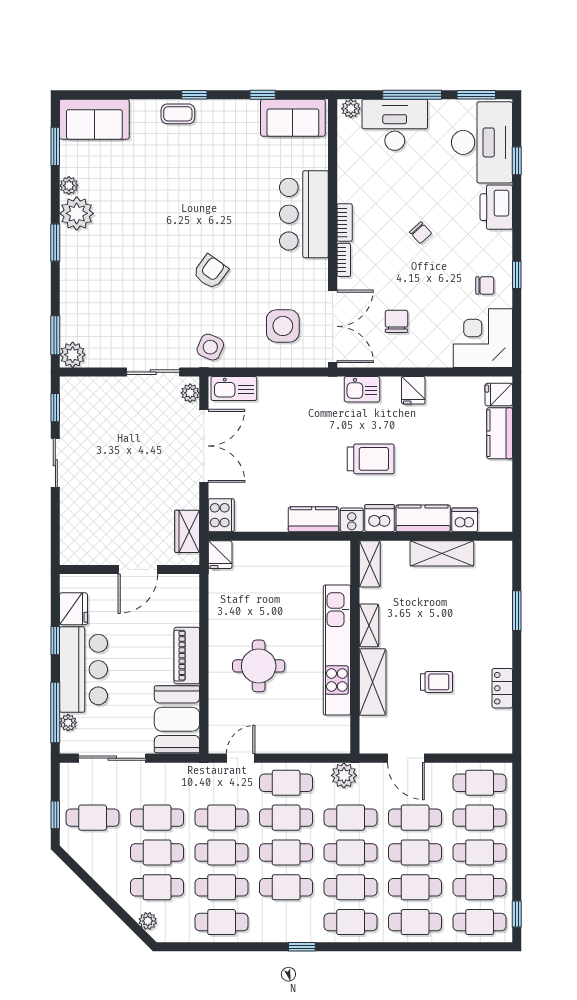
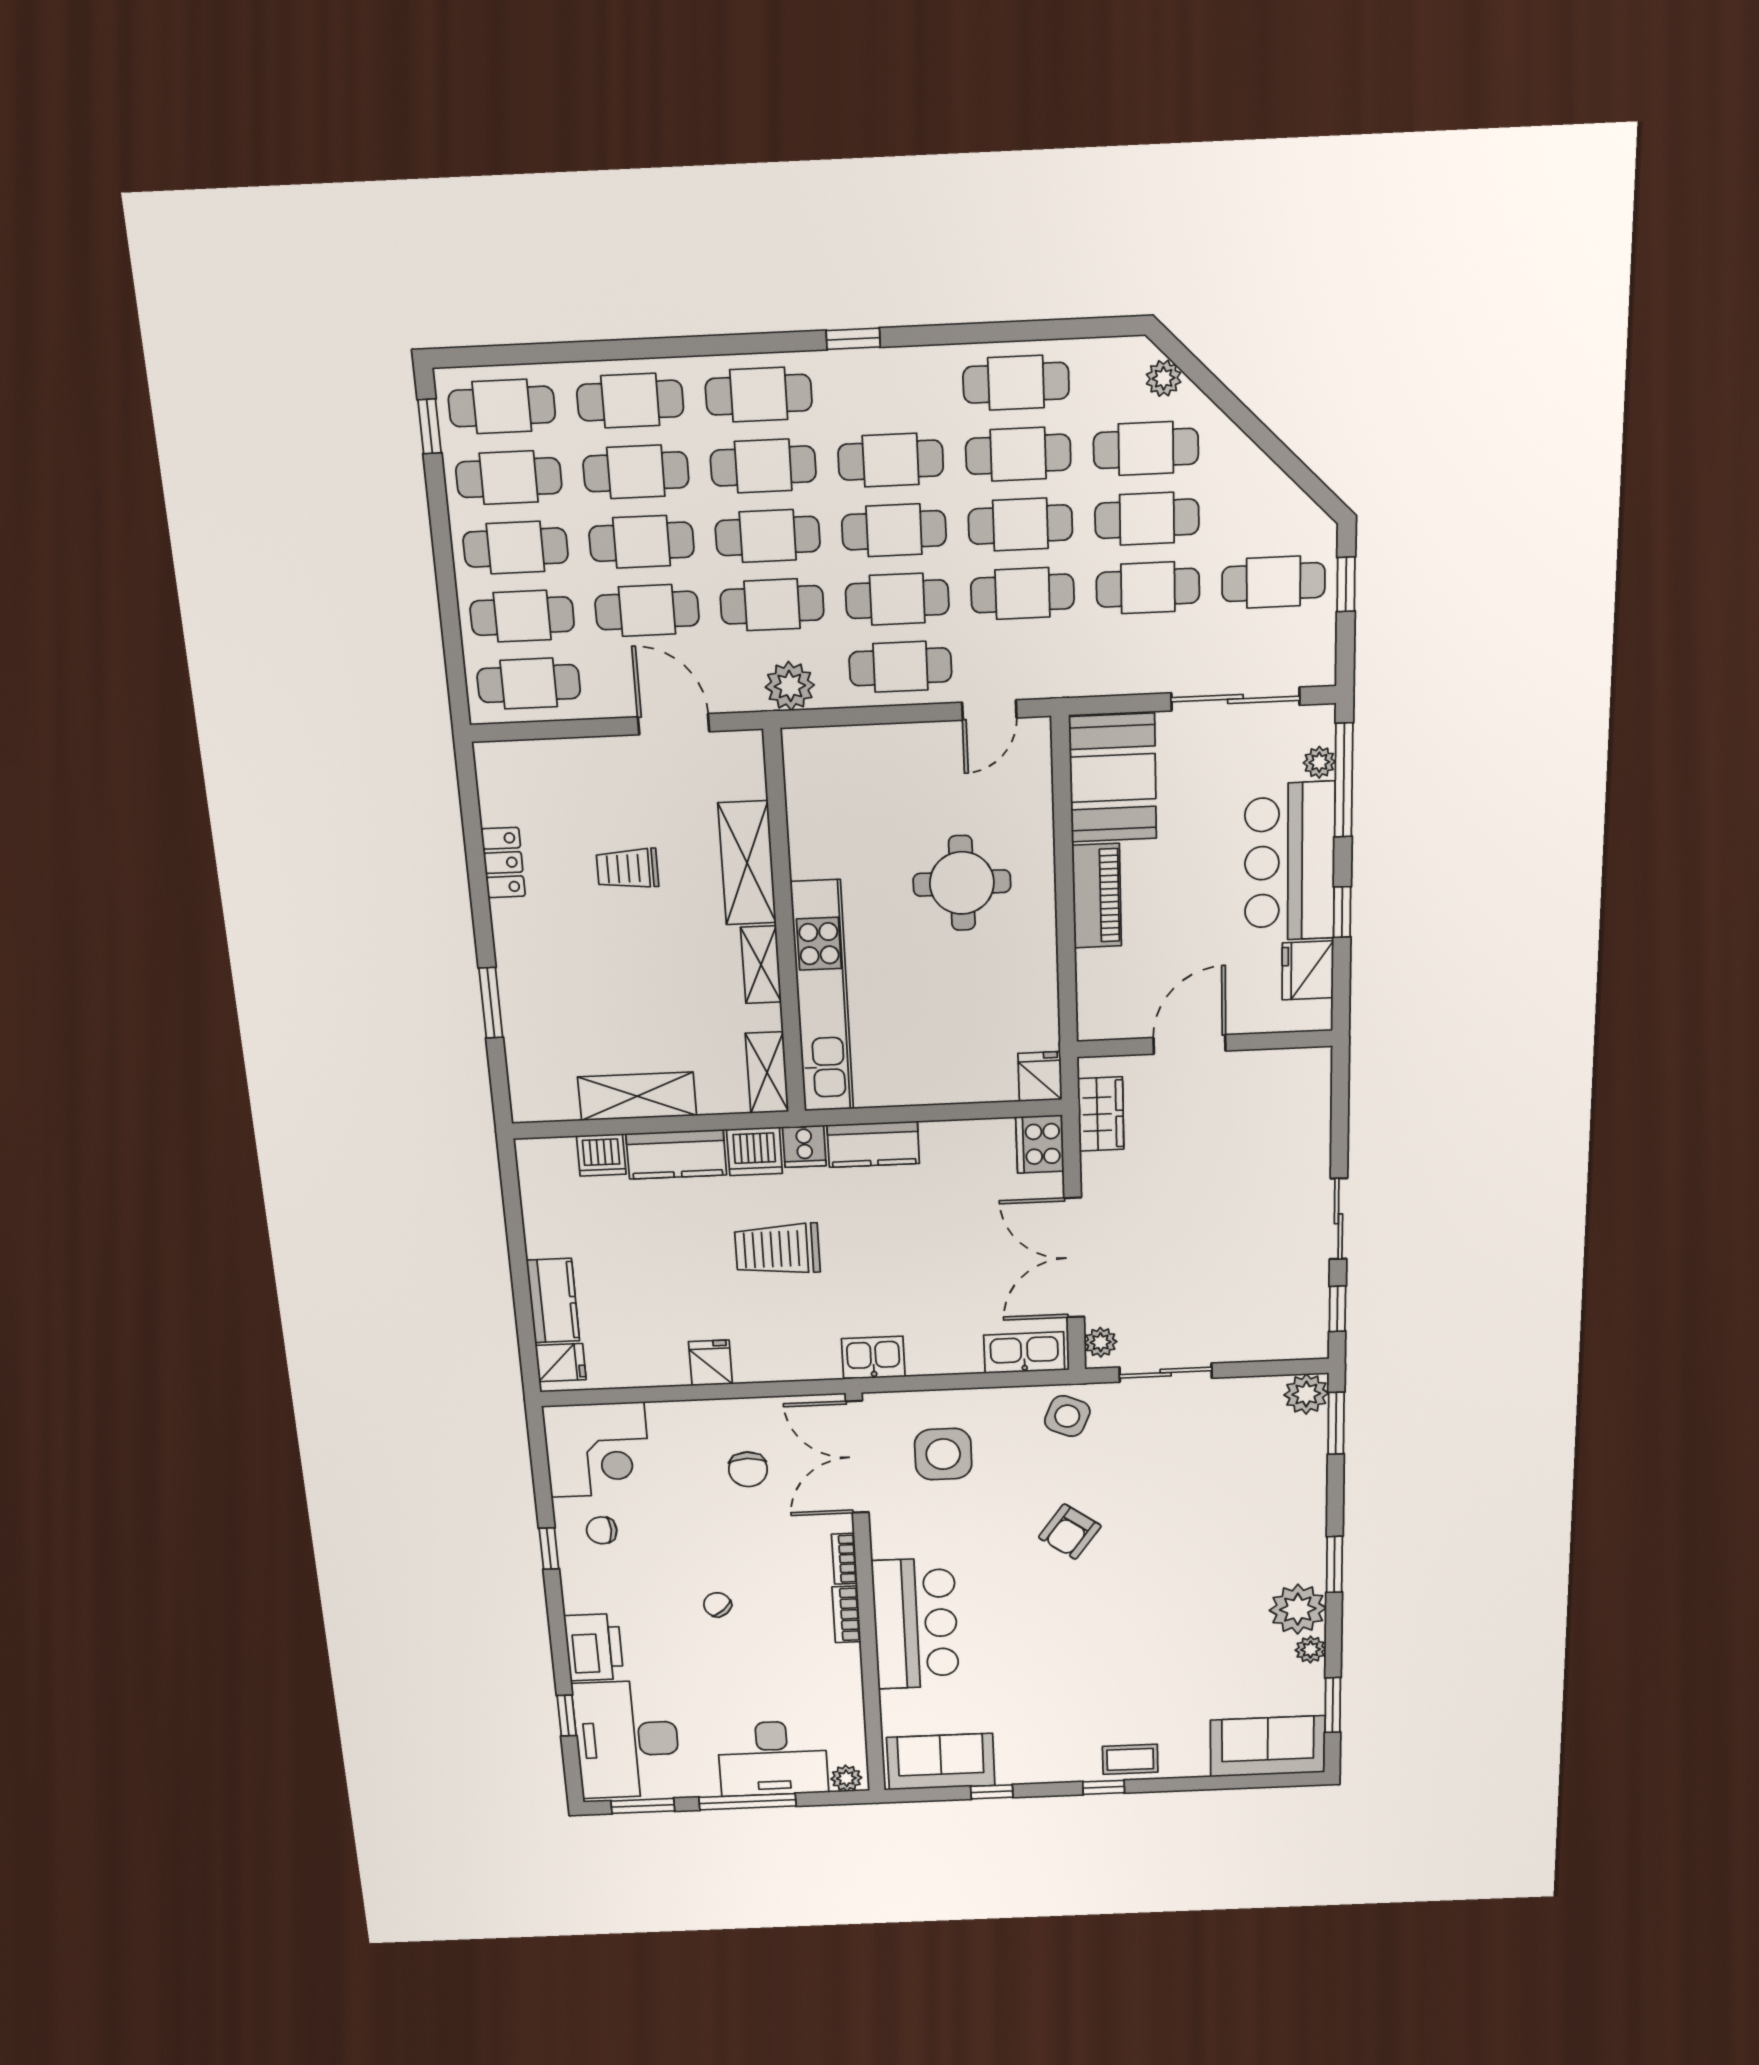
kitchen sink: (362, 389) -> (873, 1358), moved
kitchen unit: (337, 650) -> (822, 997), moved

